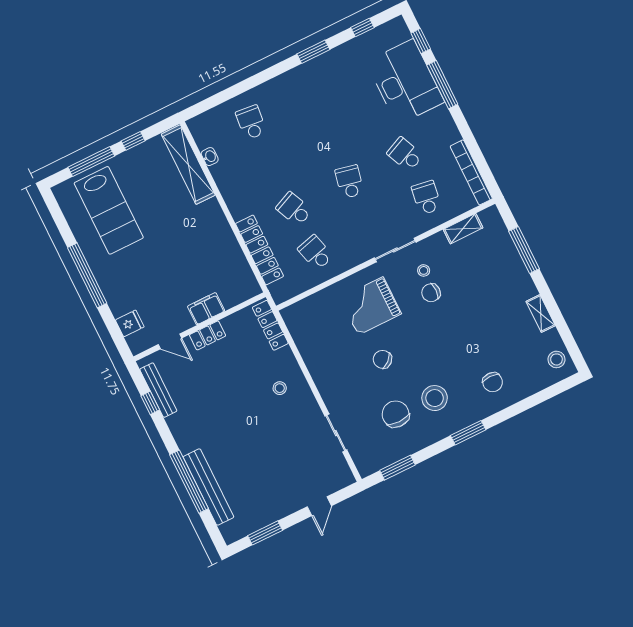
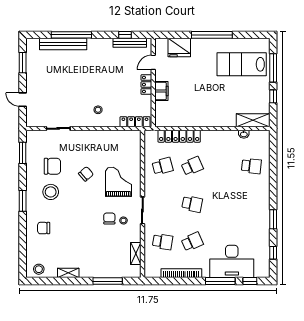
shelving: (188, 165) -> (253, 120), width x0.68
bookcase: (471, 172) -> (181, 273), moved
fridge: (130, 323) -> (179, 48), width x1.88, depth x1.34

